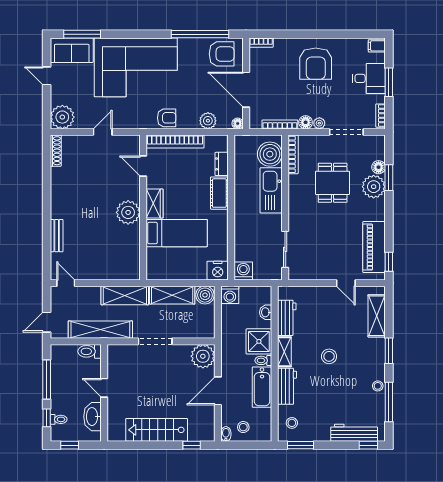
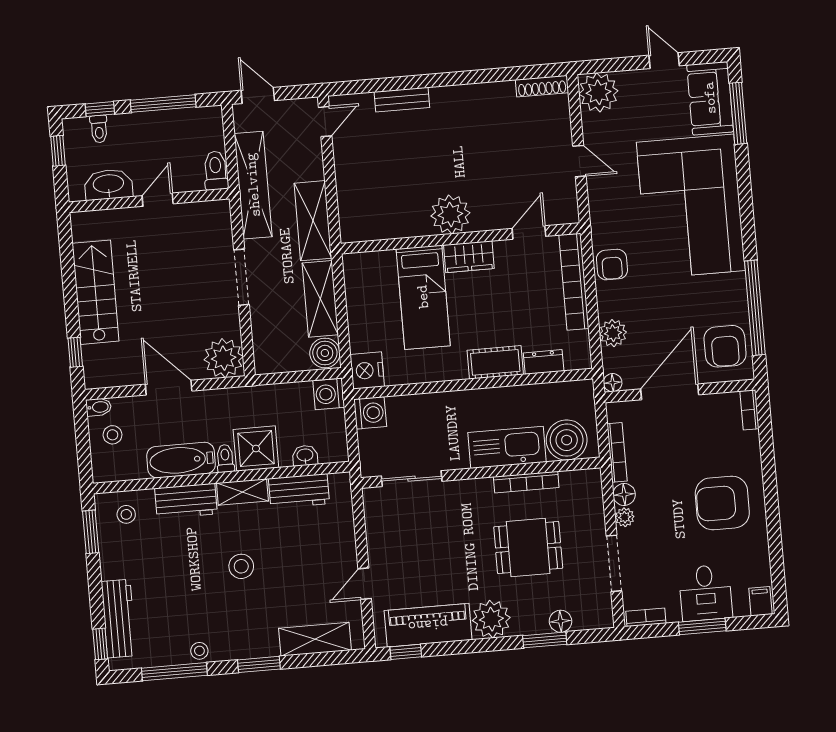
door: (47, 76) -> (664, 61), hinge flipped
bookcase: (293, 154) -> (526, 482), moved
plant: (374, 187) -> (491, 619), moved

